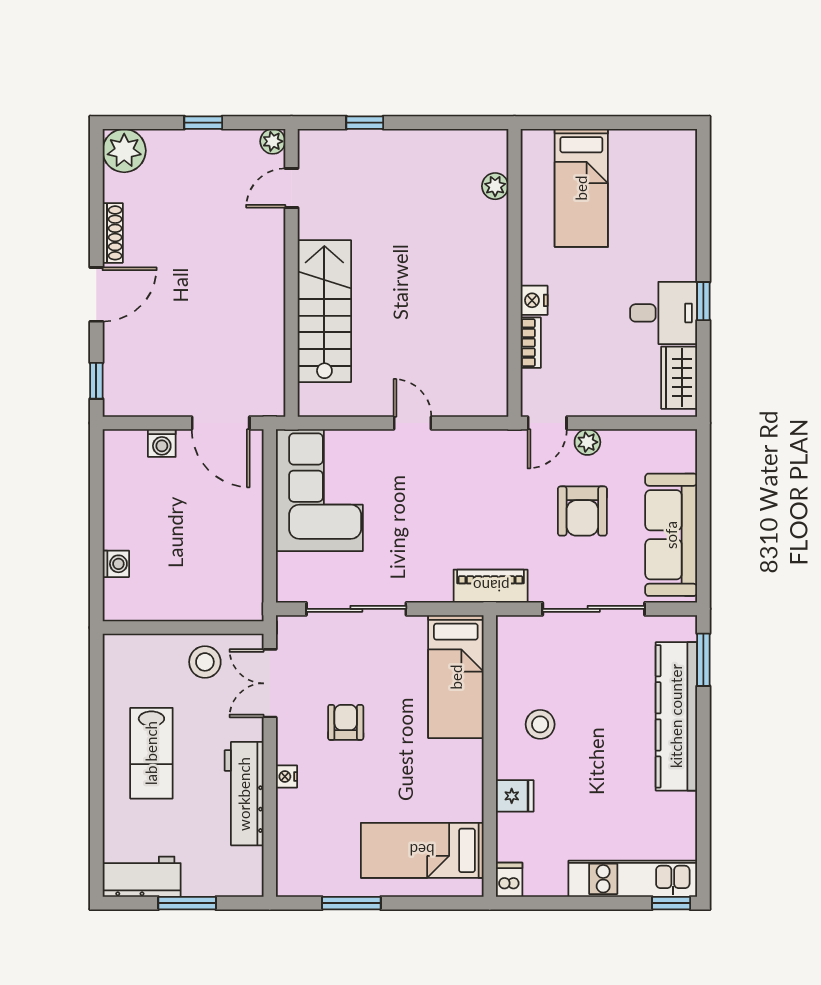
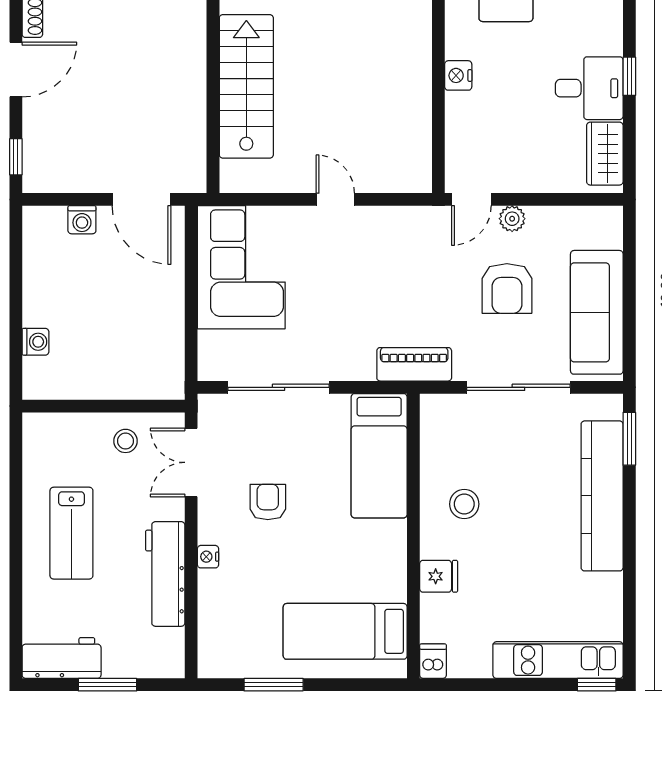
bookcase: (531, 343) -> (455, 118), removed
stool: (205, 662) -> (126, 441), width x0.73, depth x0.73

